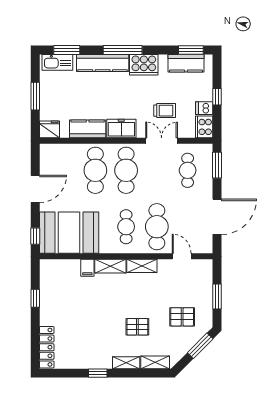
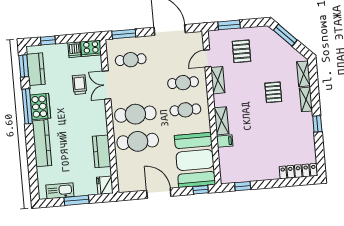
window: (67, 50) -> (33, 176), removed
window: (123, 50) -> (27, 106), moved
kitchen sink: (57, 62) -> (60, 191), moved, turned -90
window: (217, 97) -> (48, 40), moved
freezer: (121, 129) -> (99, 122), removed
cafe table: (157, 227) -> (183, 83), width x0.73, depth x0.74
shelving: (142, 266) -> (218, 80), moved
window: (217, 297) -> (229, 25), moved
window: (35, 298) -> (243, 186), moved
pallet: (182, 317) -> (241, 51), moved

